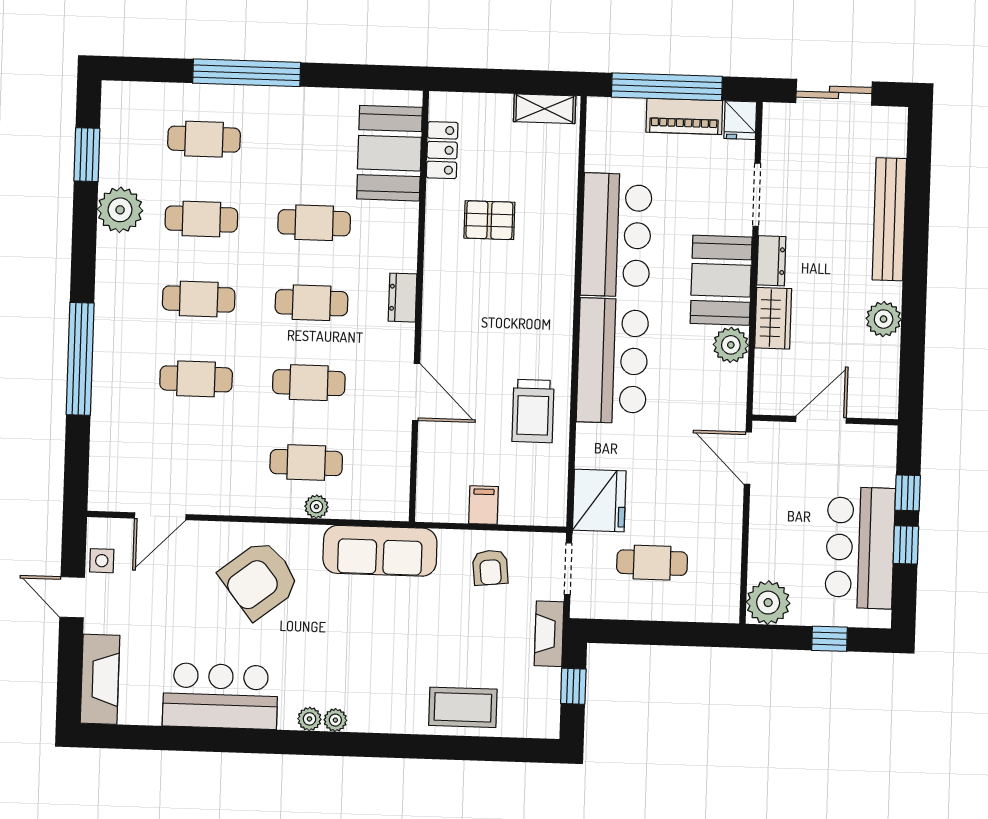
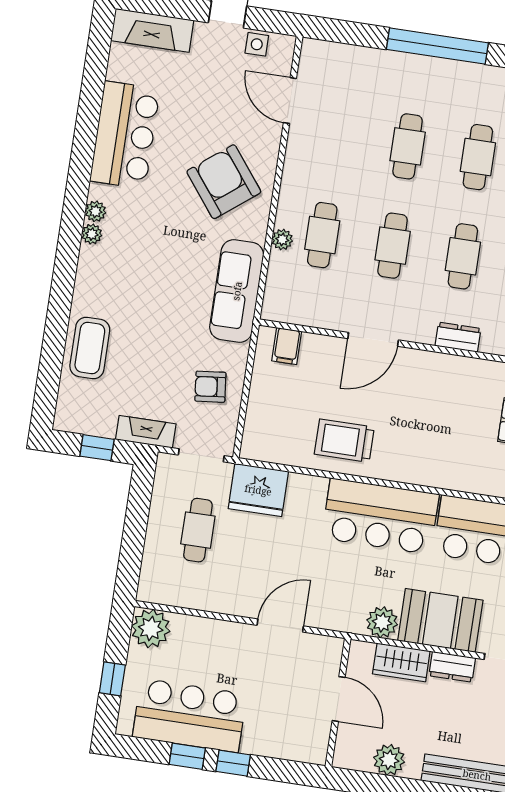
door: (821, 420) -> (339, 699), moved
wall: (825, 420) -> (338, 703), moved
filing cabinet: (484, 505) -> (287, 346), moved, turned 90

